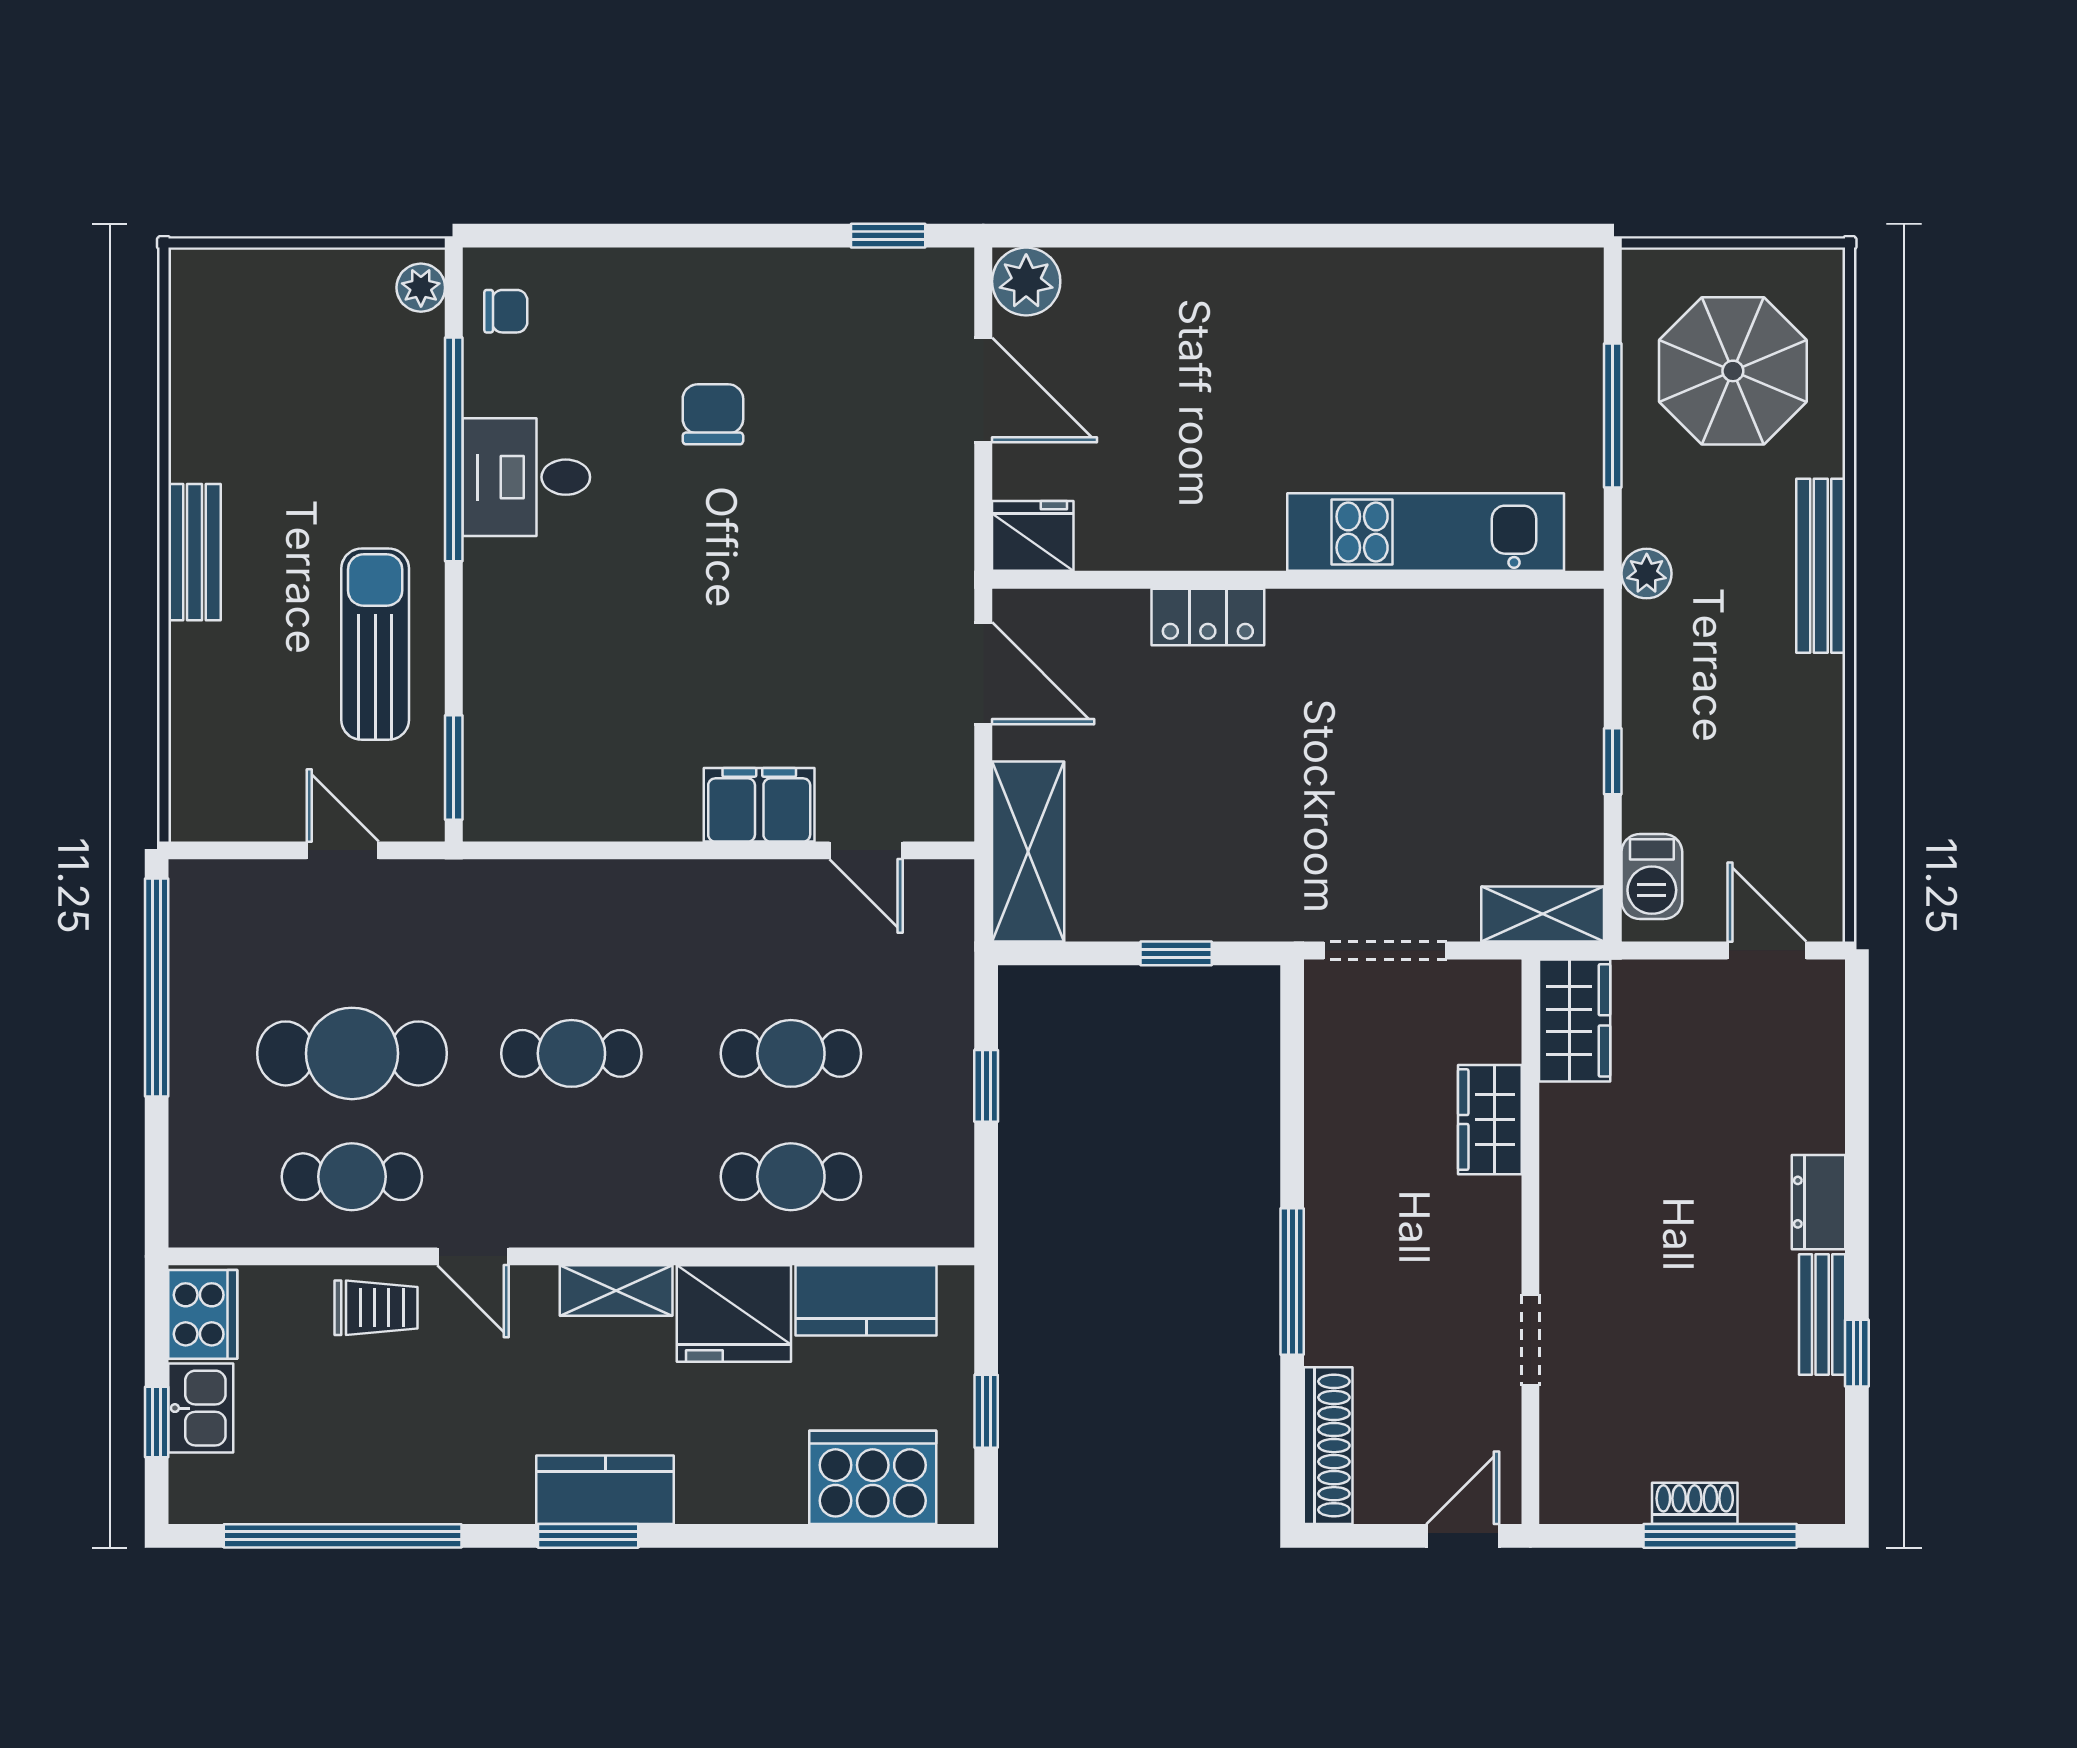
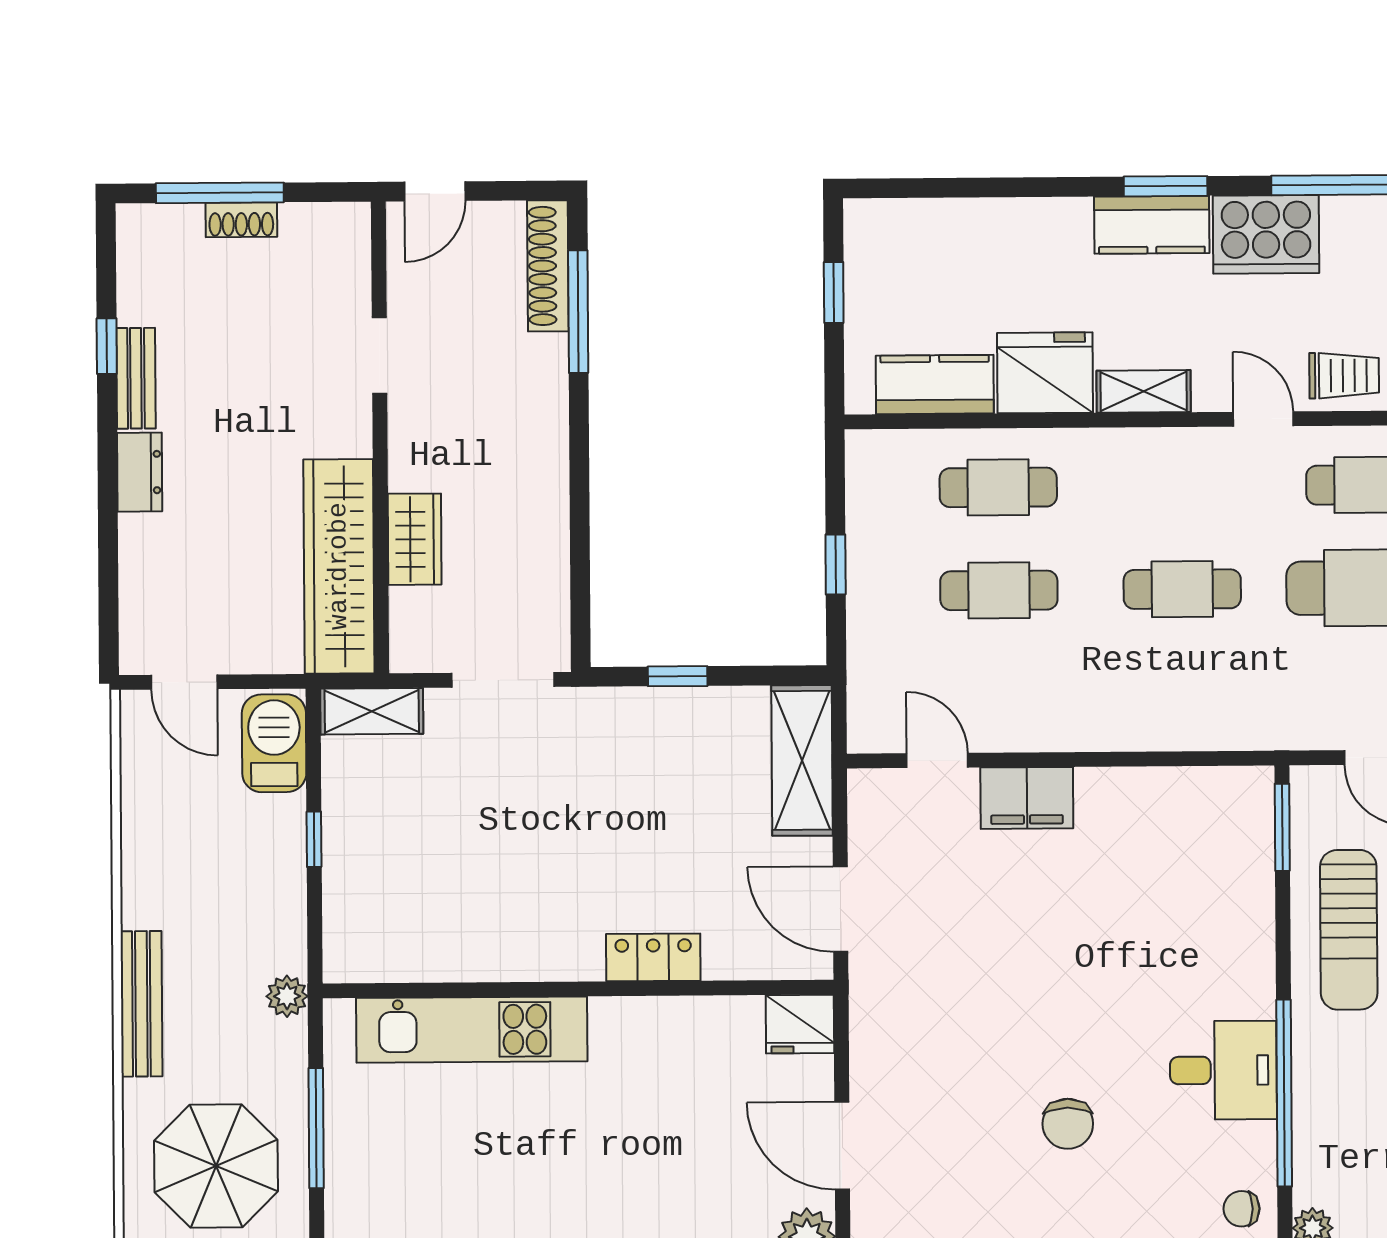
barbecue: (1652, 877) -> (274, 743), width x1.38, depth x1.27
wardrobe: (1575, 1020) -> (339, 566), width x2.10, depth x1.17
window: (1292, 1281) -> (578, 312), moved
trolley: (376, 1308) -> (1344, 376), turned 180
cooker: (873, 1477) -> (1266, 234), moved

